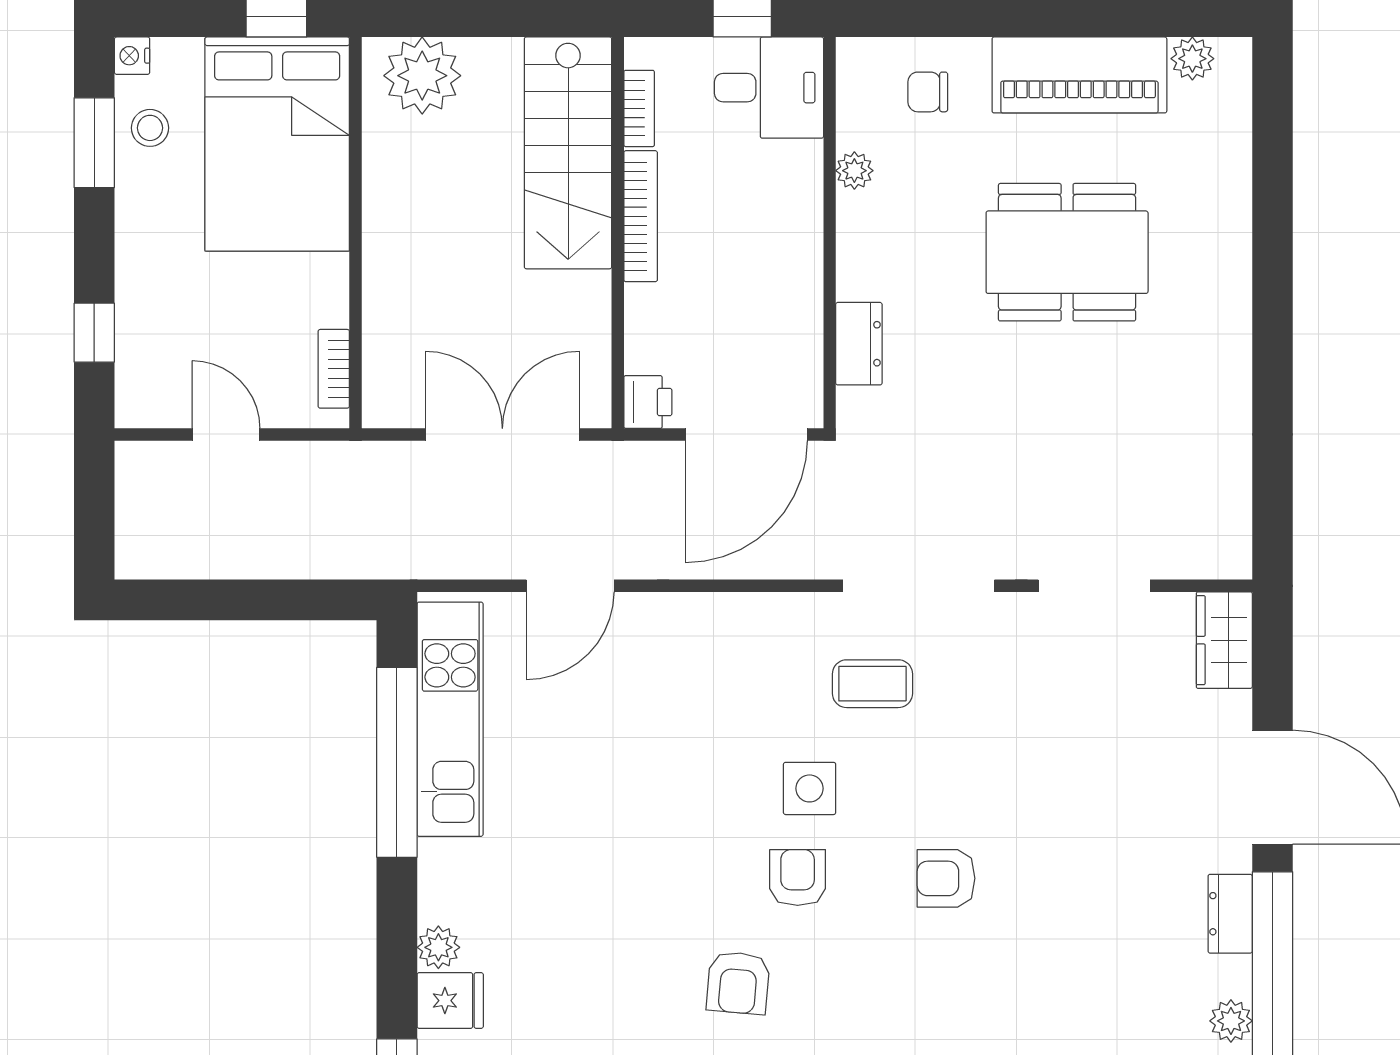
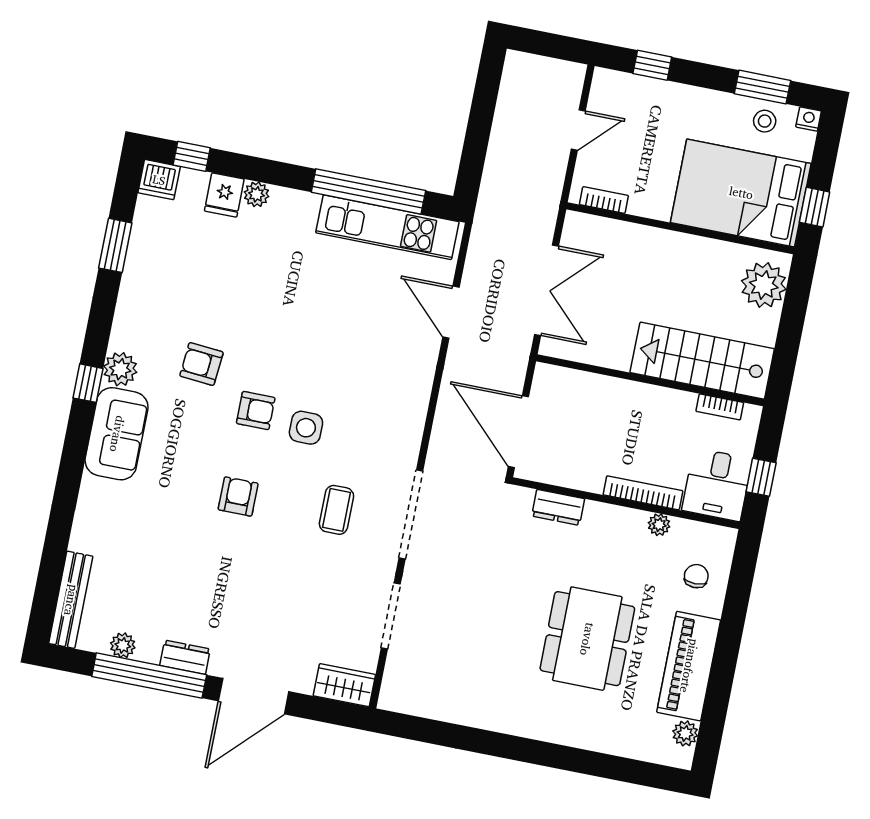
bookcase: (641, 216) -> (643, 493), moved, turned 180
printer: (648, 402) -> (549, 378), removed
coffee table: (872, 684) -> (336, 510), moved

